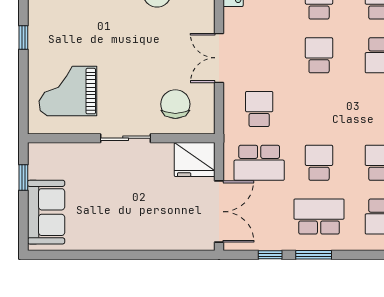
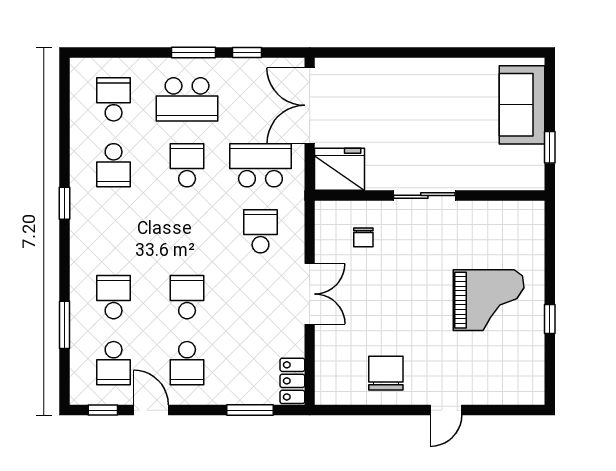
school desk: (319, 55) -> (187, 297), turned 180
grand piano: (68, 91) -> (489, 300), moved
chair: (175, 104) -> (363, 237), width x0.54, depth x0.54
school desk: (259, 109) -> (260, 231), turned 180
school desk: (319, 163) -> (187, 165), turned 180

